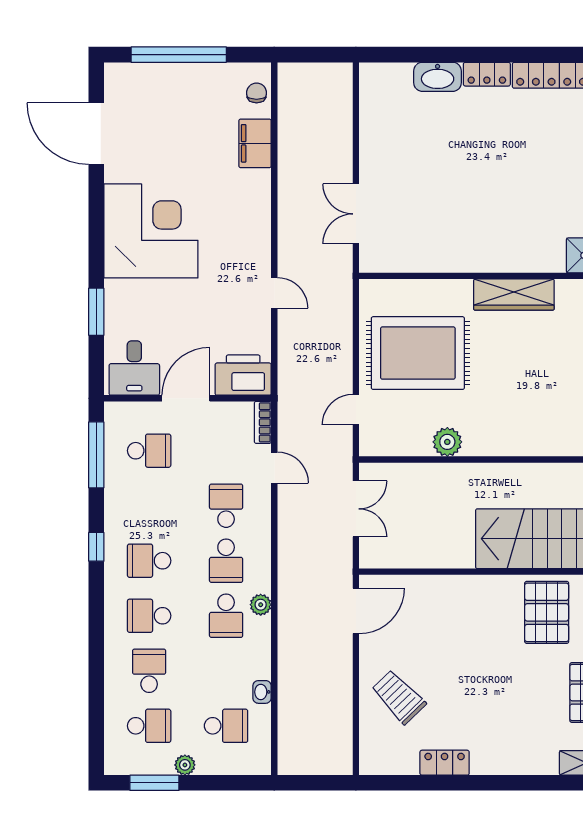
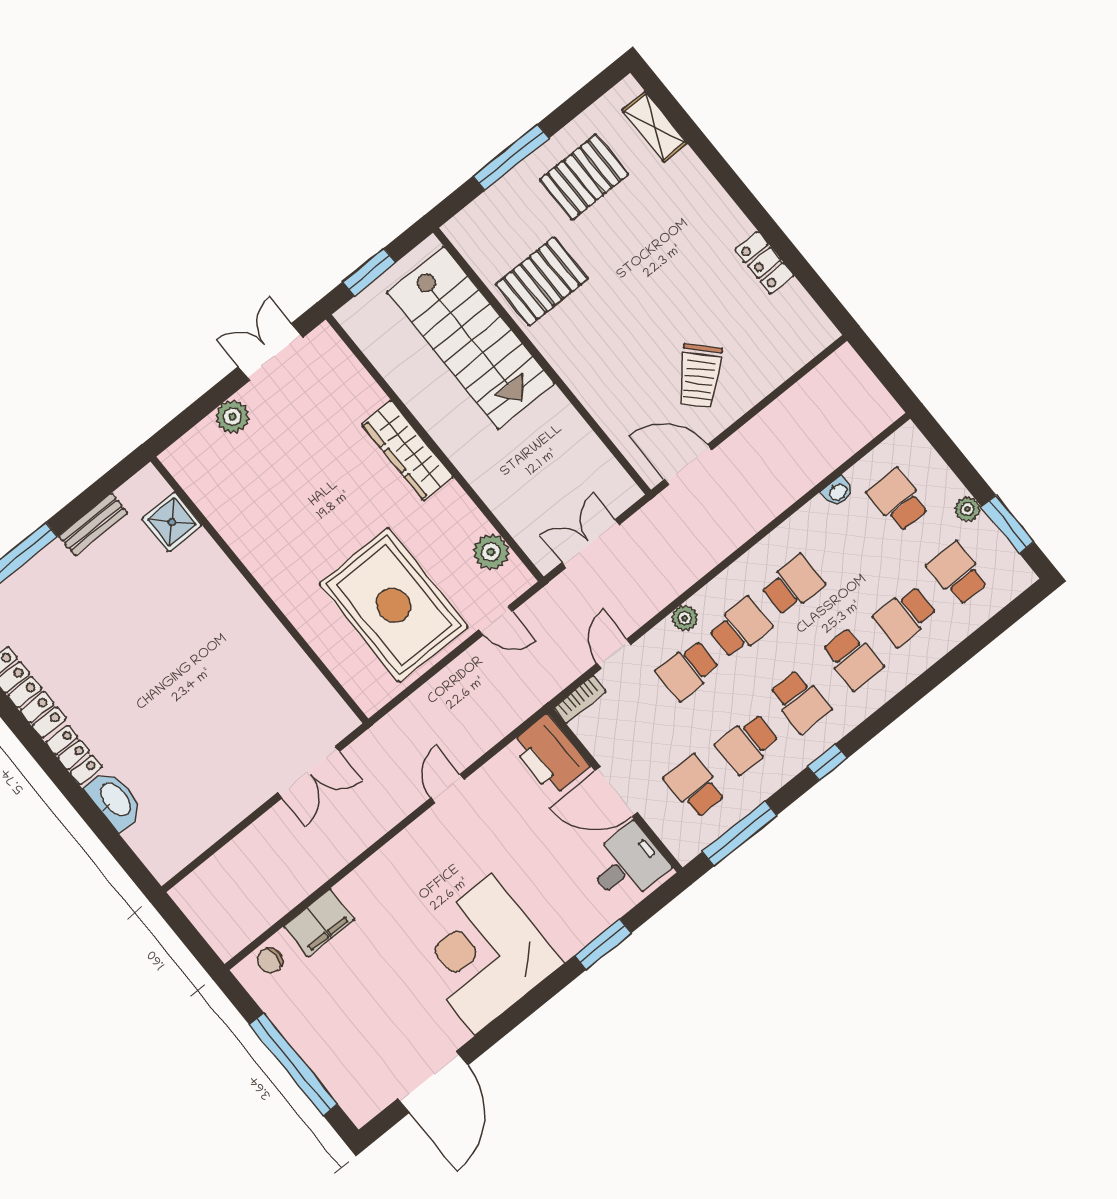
wardrobe: (514, 295) -> (407, 450), moved, turned 180
plant: (447, 442) -> (491, 552), moved
school desk: (149, 506) -> (747, 744), added
plant: (261, 605) -> (685, 618), moved
trolley: (399, 697) -> (700, 376), moved

